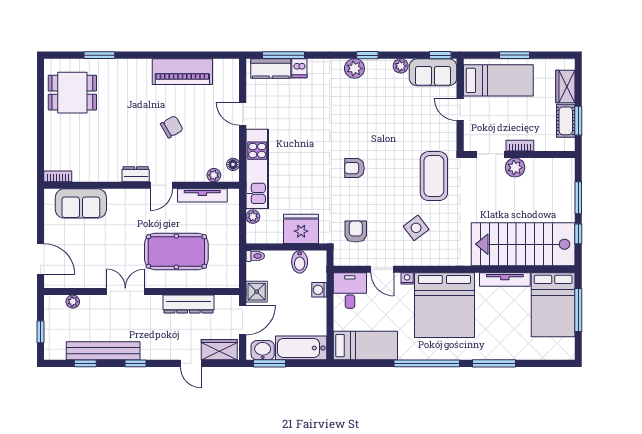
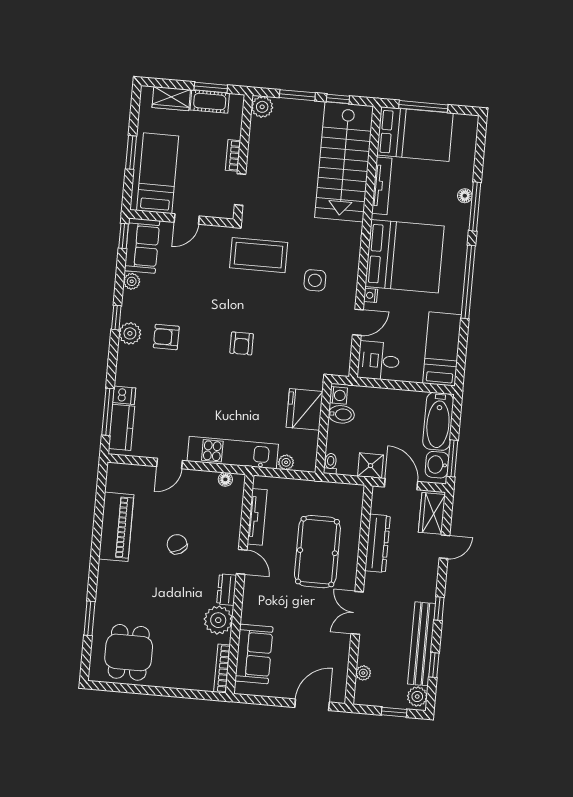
plant: (515, 168) -> (262, 107), moved
plant: (214, 175) -> (218, 620), moved, width x1.88, depth x1.88
bookcase: (58, 176) -> (222, 669), width x1.56
side table: (416, 228) -> (315, 280), turned 37
armchair: (356, 231) -> (166, 337), moved
washing machine: (319, 290) -> (338, 395), moved, turned -90
plant: (56, 351) -> (417, 697), added
floor lamp: (503, 354) -> (465, 196), added

